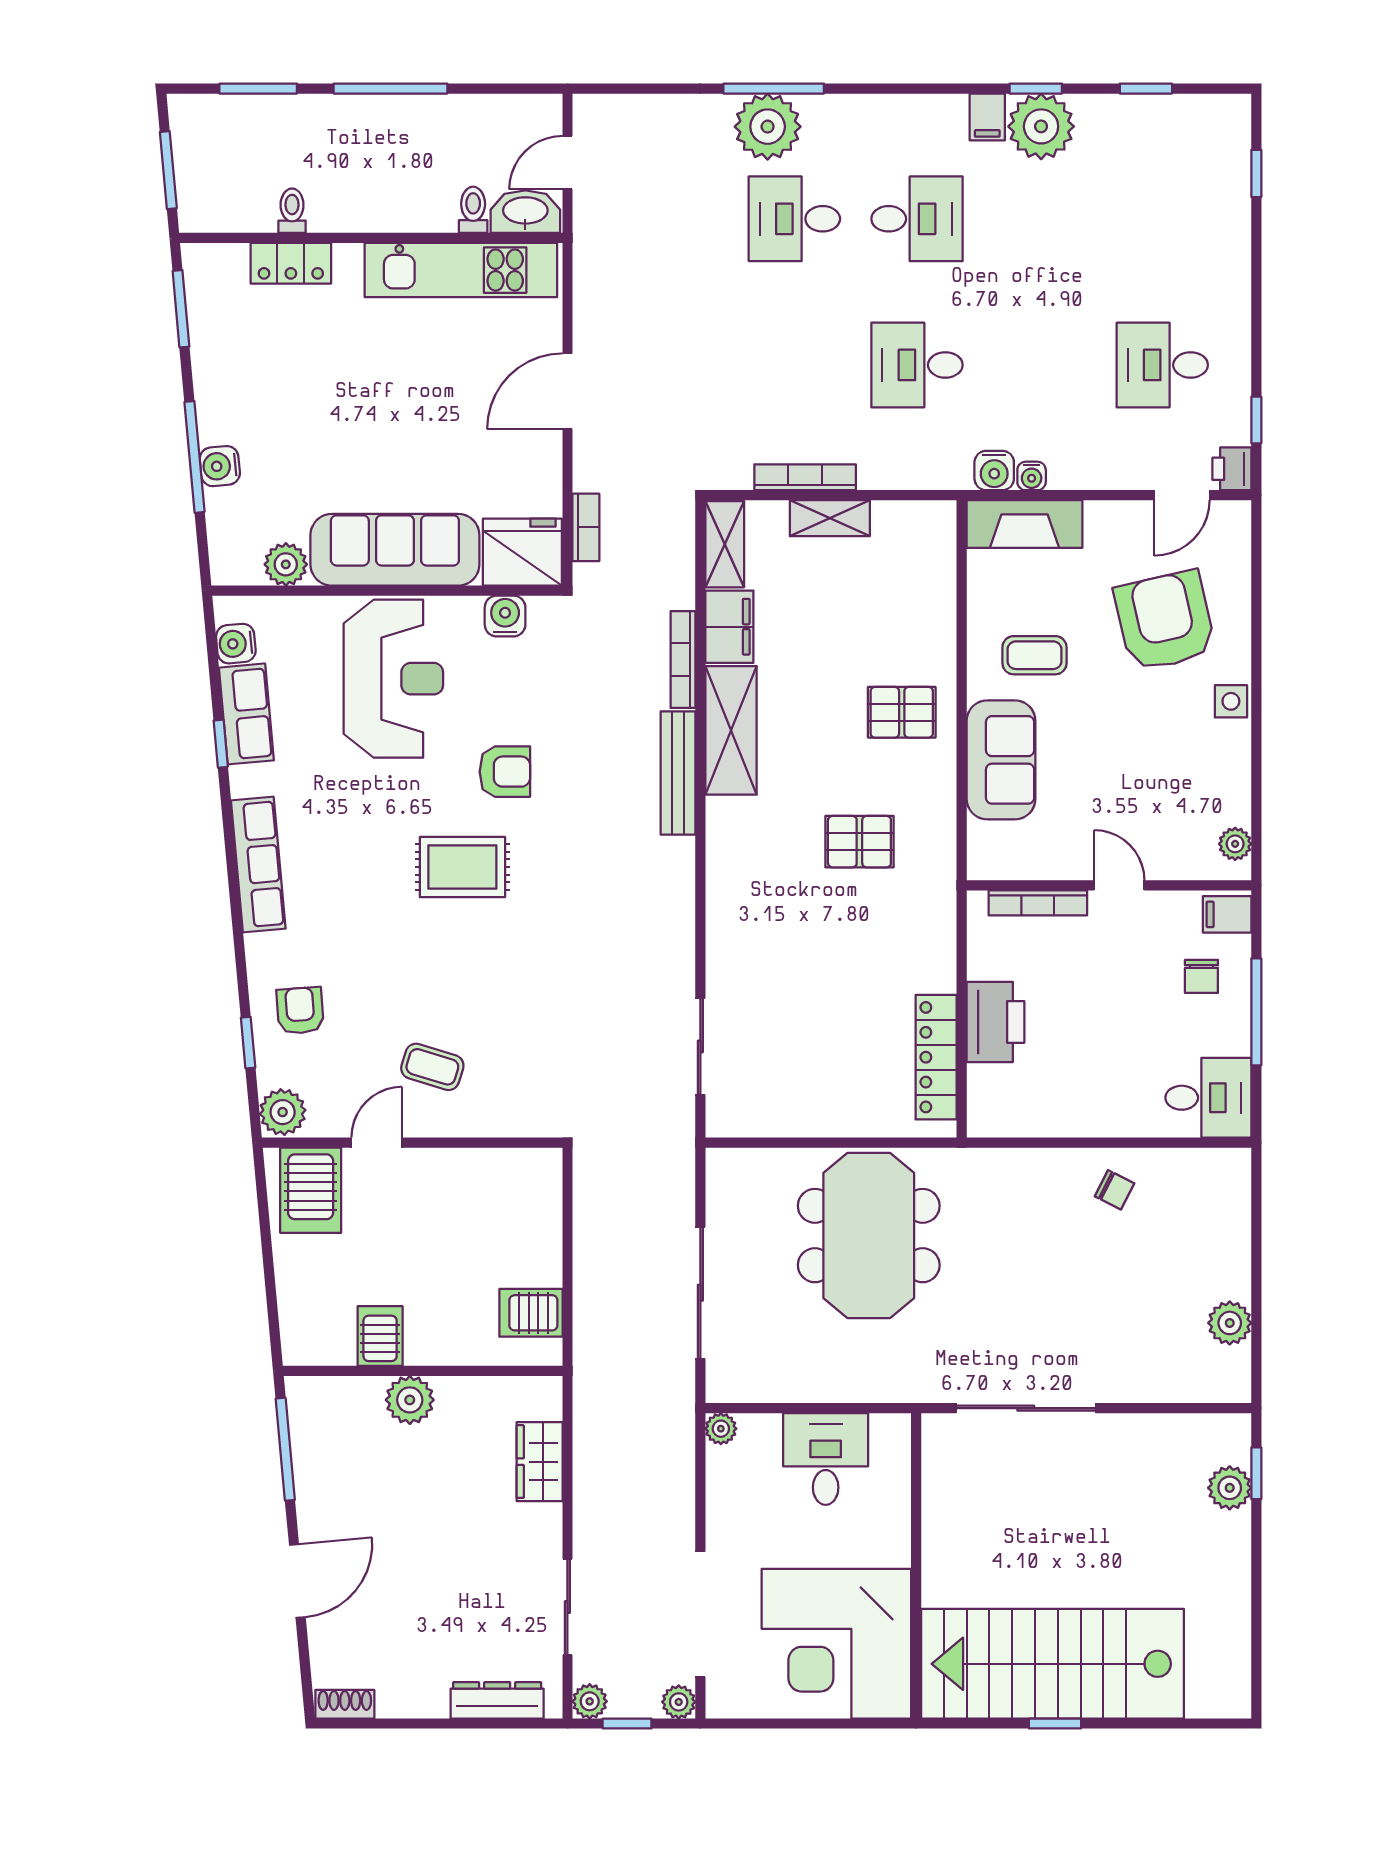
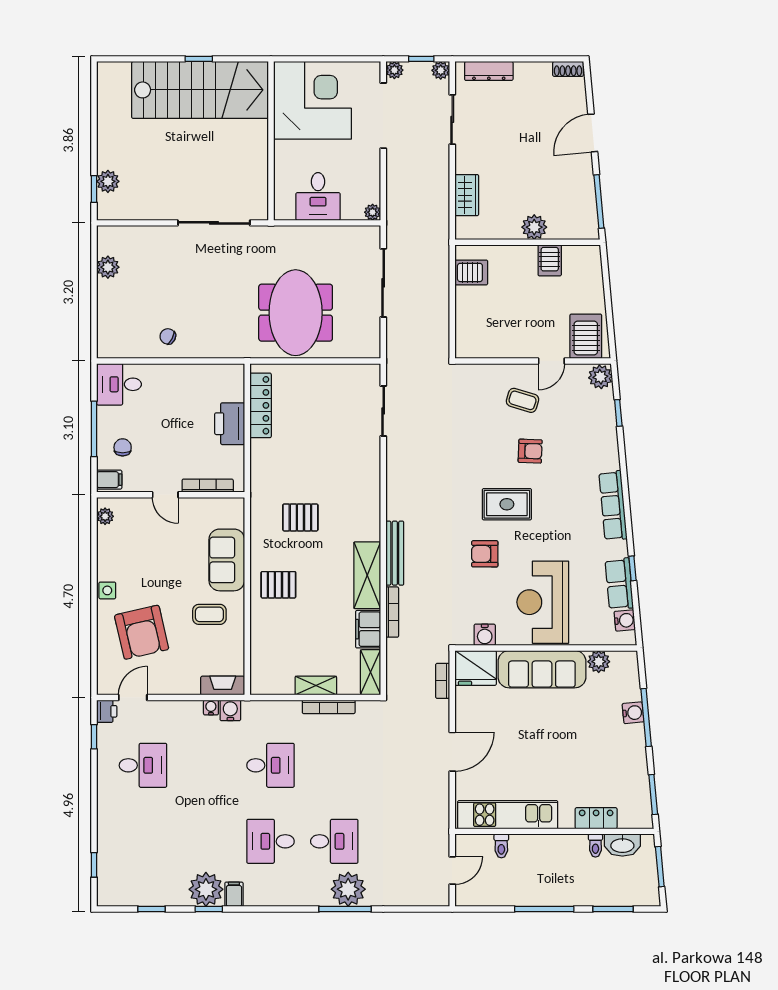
washbasin: (525, 212) -> (622, 845), moved
fireplace: (1025, 524) -> (223, 686), width x0.73, depth x0.76
armchair: (300, 1011) -> (530, 451), moved, turned -84

